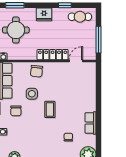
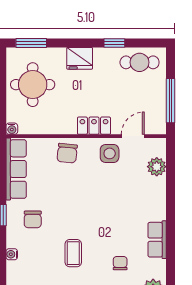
locker: (53, 55) -> (94, 126), width x0.66
plant: (90, 79) -> (157, 167), added
side table: (32, 94) -> (110, 153), moved
coffee table: (50, 109) -> (73, 253), moved

